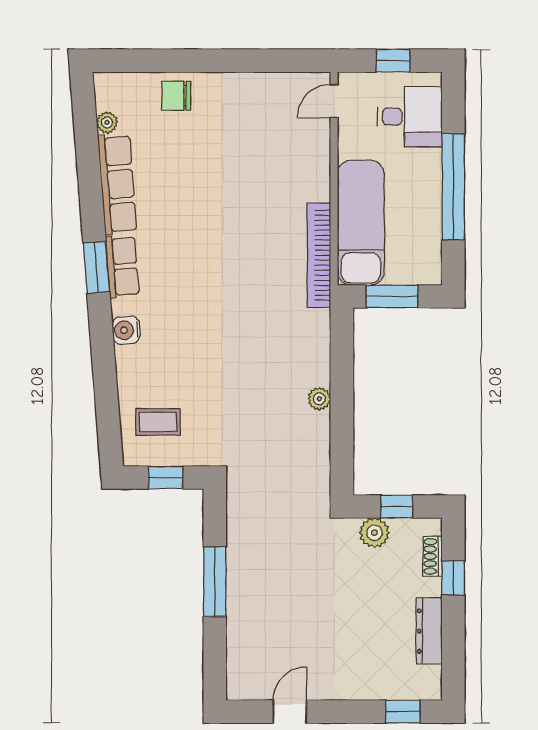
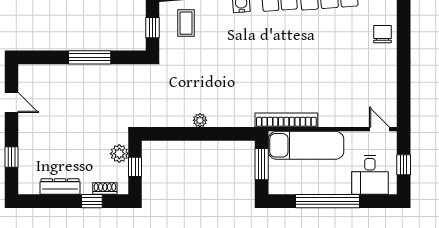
window: (403, 712) -> (11, 157), moved

